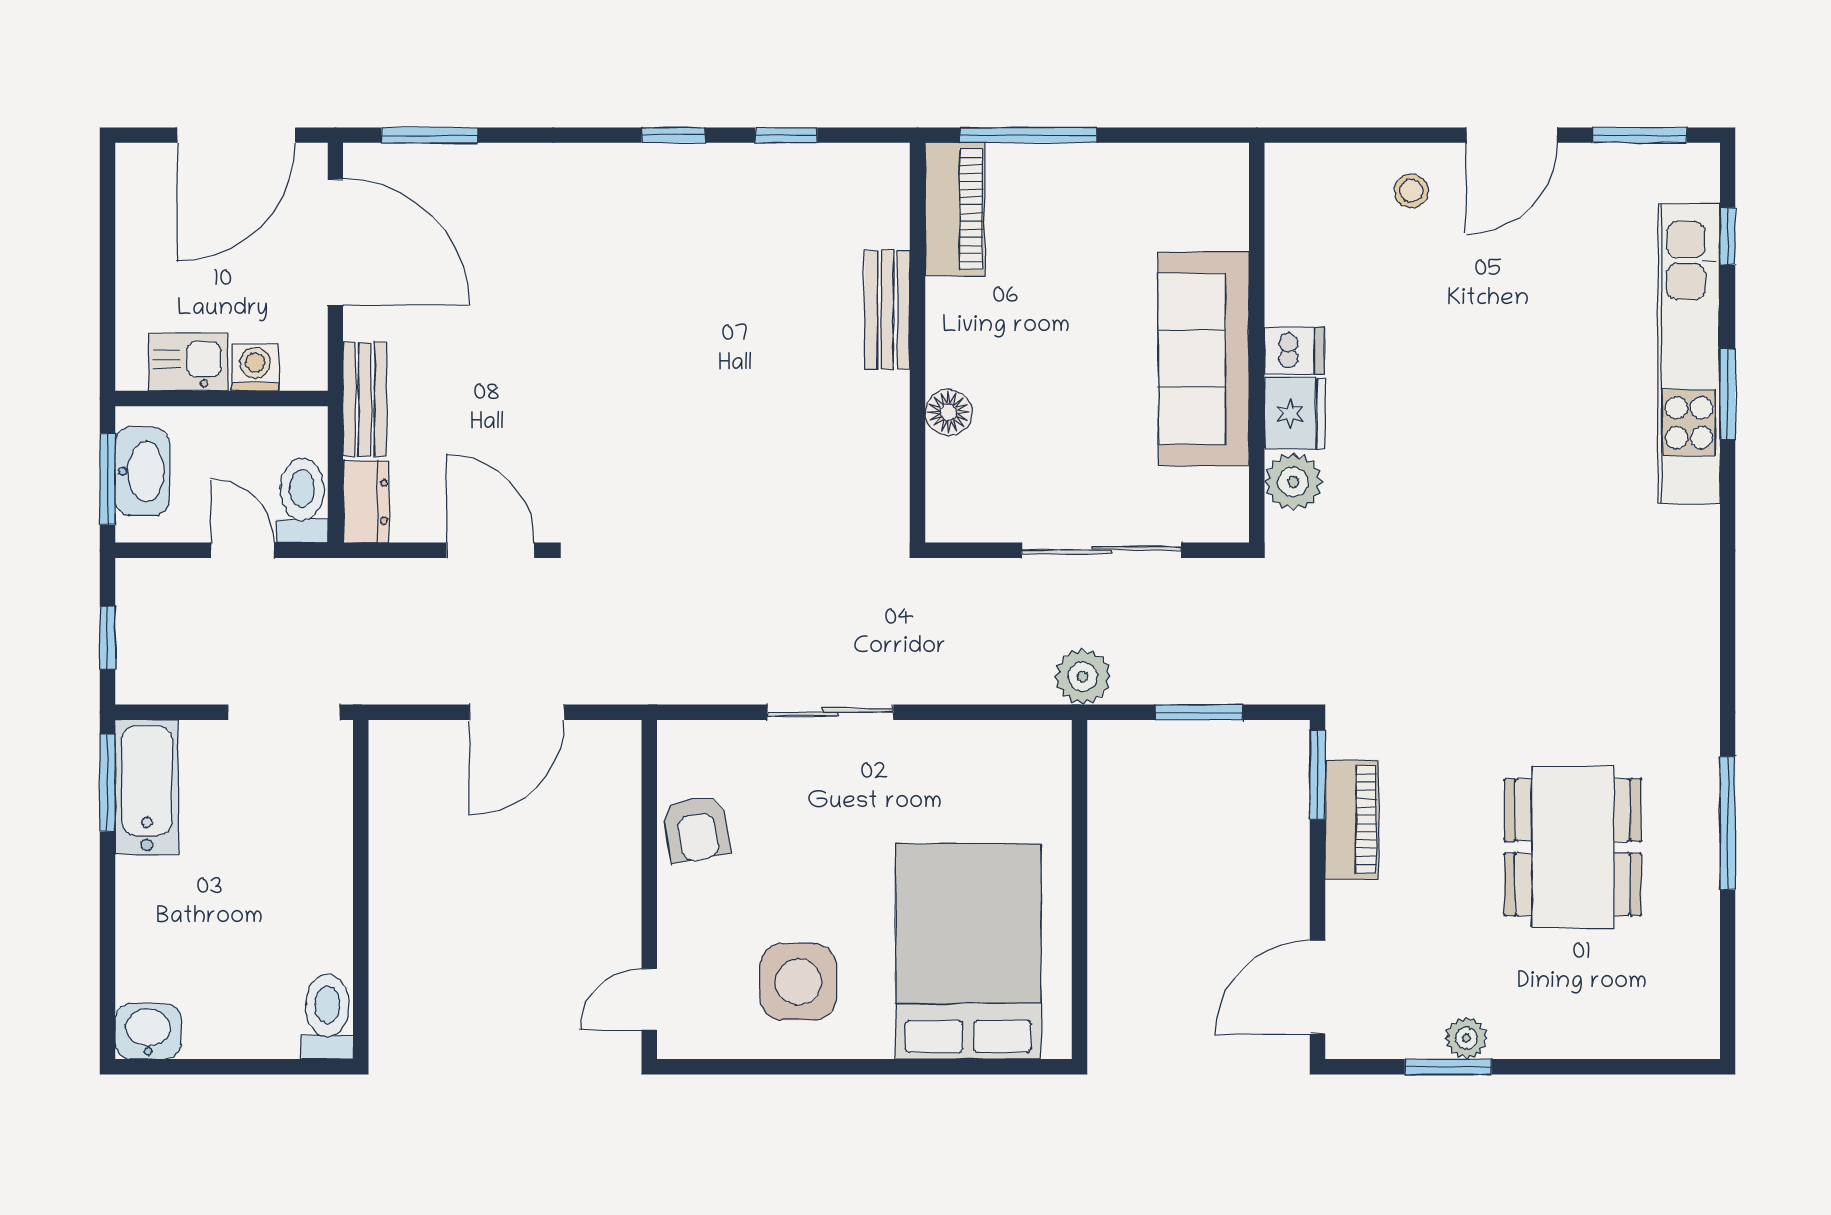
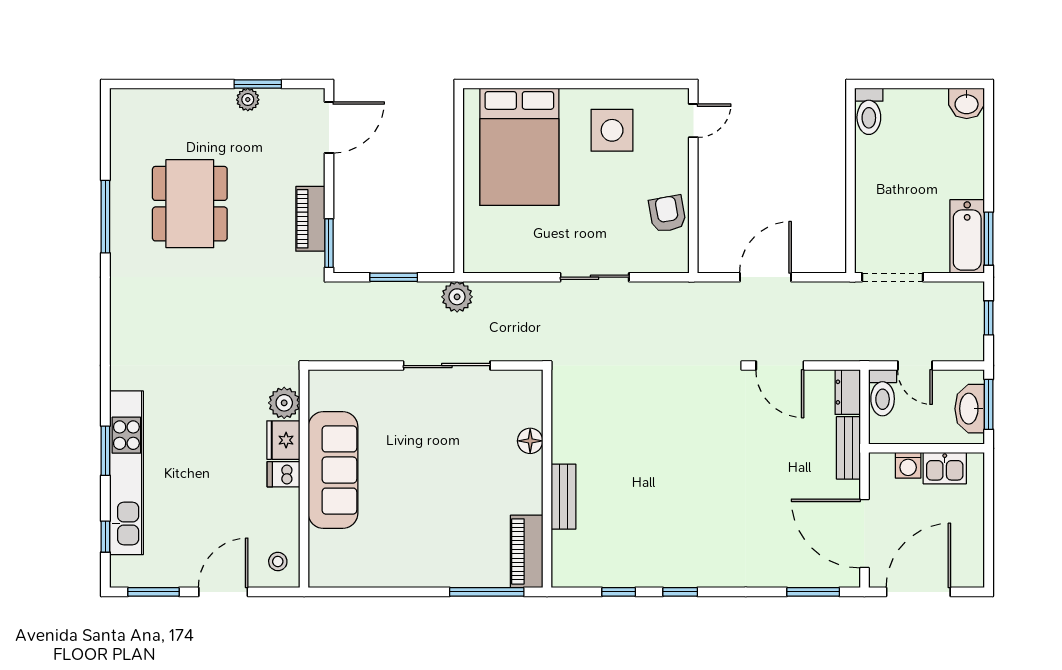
wall: (1257, 343) -> (304, 479), moved
dishwasher: (1294, 351) -> (284, 474), moved
sofa: (1204, 359) -> (333, 470), moved
fridge: (1295, 414) -> (283, 440), moved
plant: (1293, 482) -> (284, 403), moved

